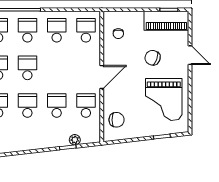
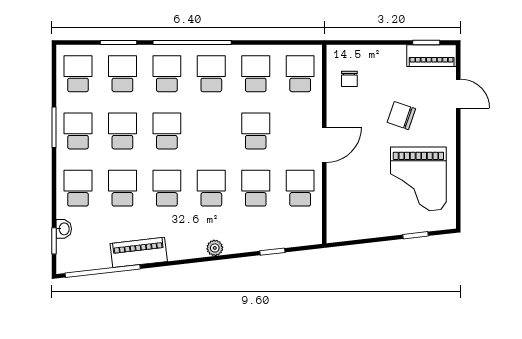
piano: (166, 21) -> (432, 56), width x0.73, depth x0.75
door: (190, 55) -> (458, 94), moved
school desk: (27, 68) -> (256, 131), moved
chair: (117, 120) -> (347, 210), removed
plant: (75, 140) -> (215, 248), moved

